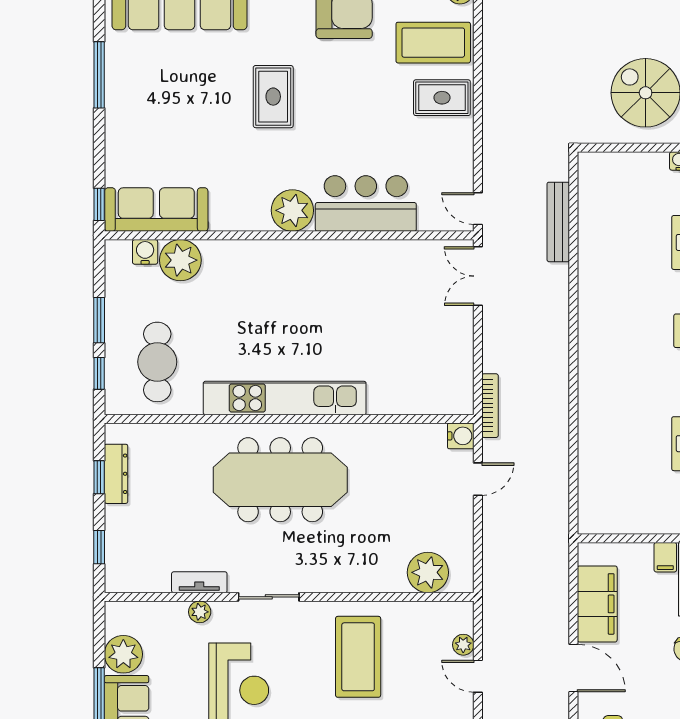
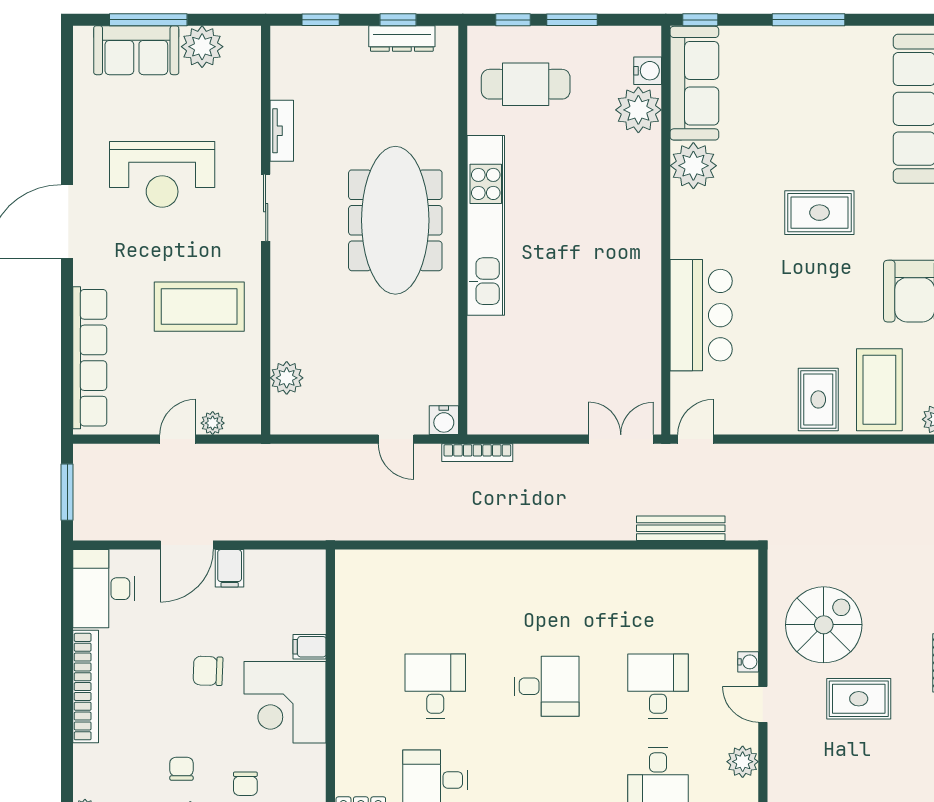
window: (99, 75) -> (809, 20), moved
plant: (292, 210) -> (693, 166), moved
plant: (428, 572) -> (287, 378), width x0.73, depth x0.73
filing cabinet: (597, 604) -> (230, 568), width x0.33, depth x0.86
plant: (200, 612) -> (249, 131), removed

